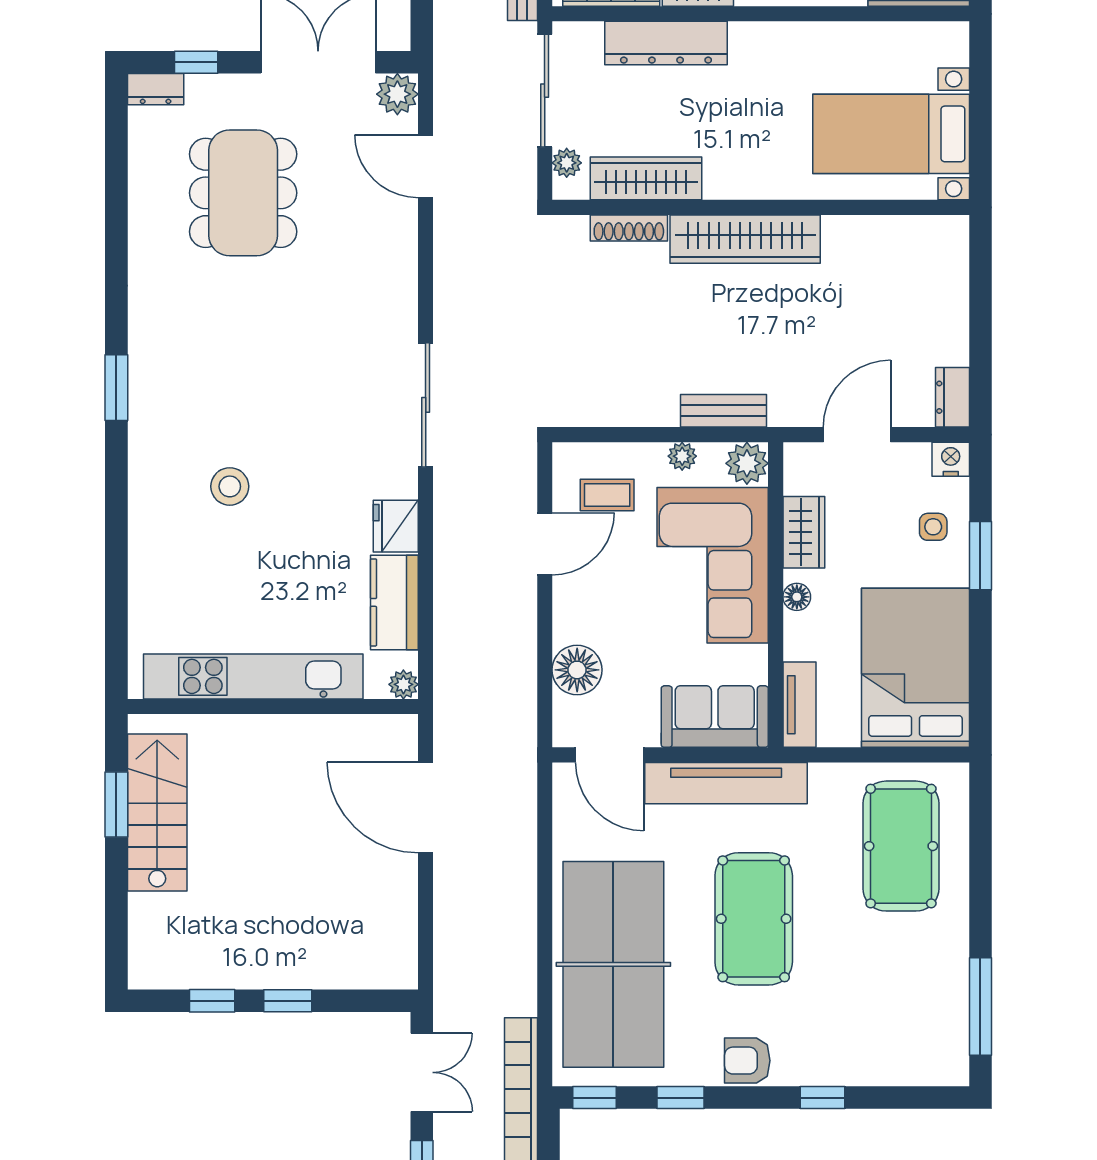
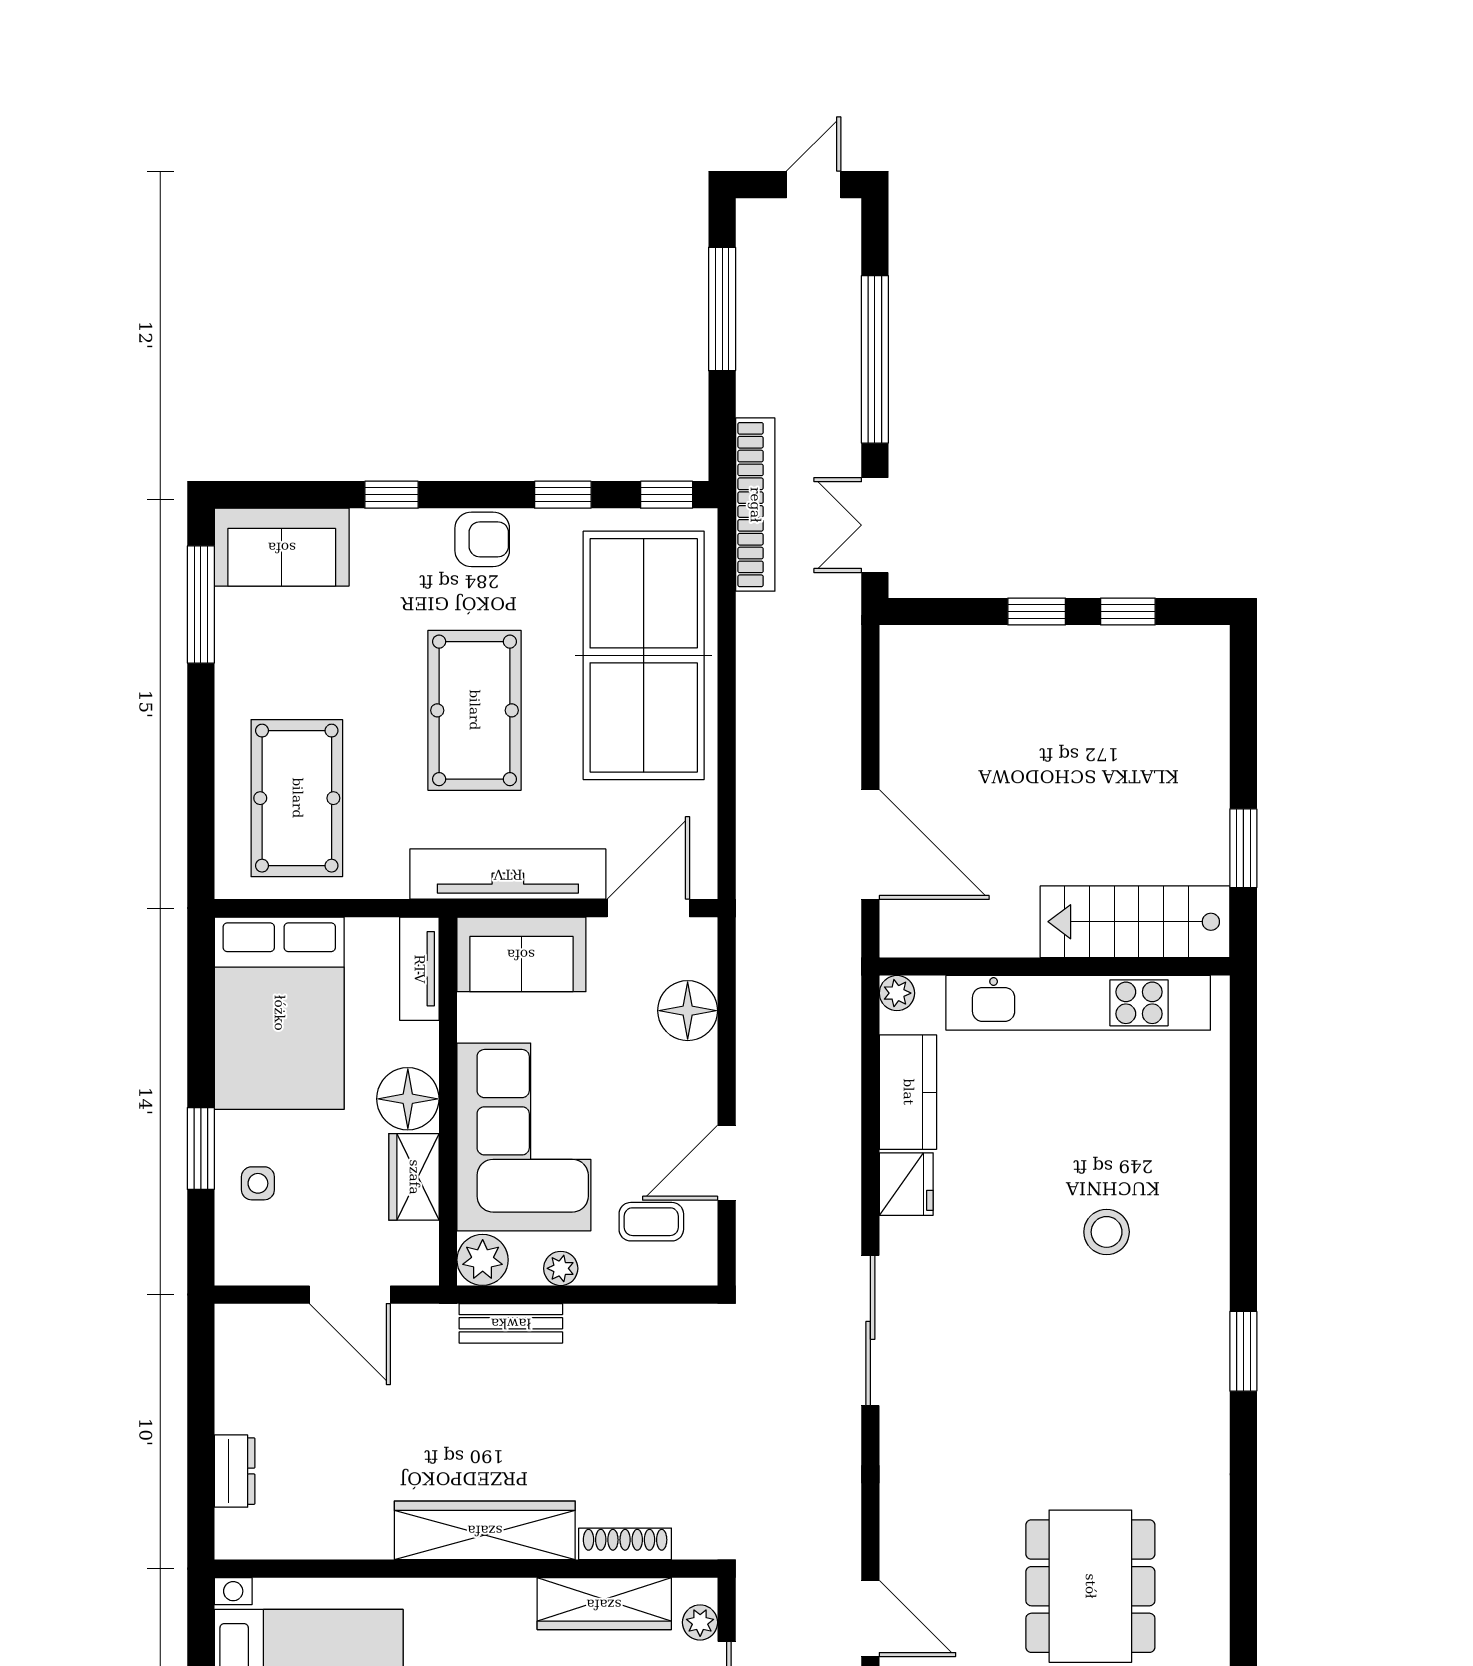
dresser: (952, 397) -> (235, 1471), moved
door: (857, 435) -> (350, 1295), hinge flipped
nightstand: (951, 459) -> (237, 1265), removed
floor lamp: (797, 597) -> (408, 1099), width x1.89, depth x1.89
door: (610, 755) -> (648, 908), hinge flipped
stairs: (157, 813) -> (1135, 922), moved, turned 90
sofa: (913, 1054) -> (282, 547), added

